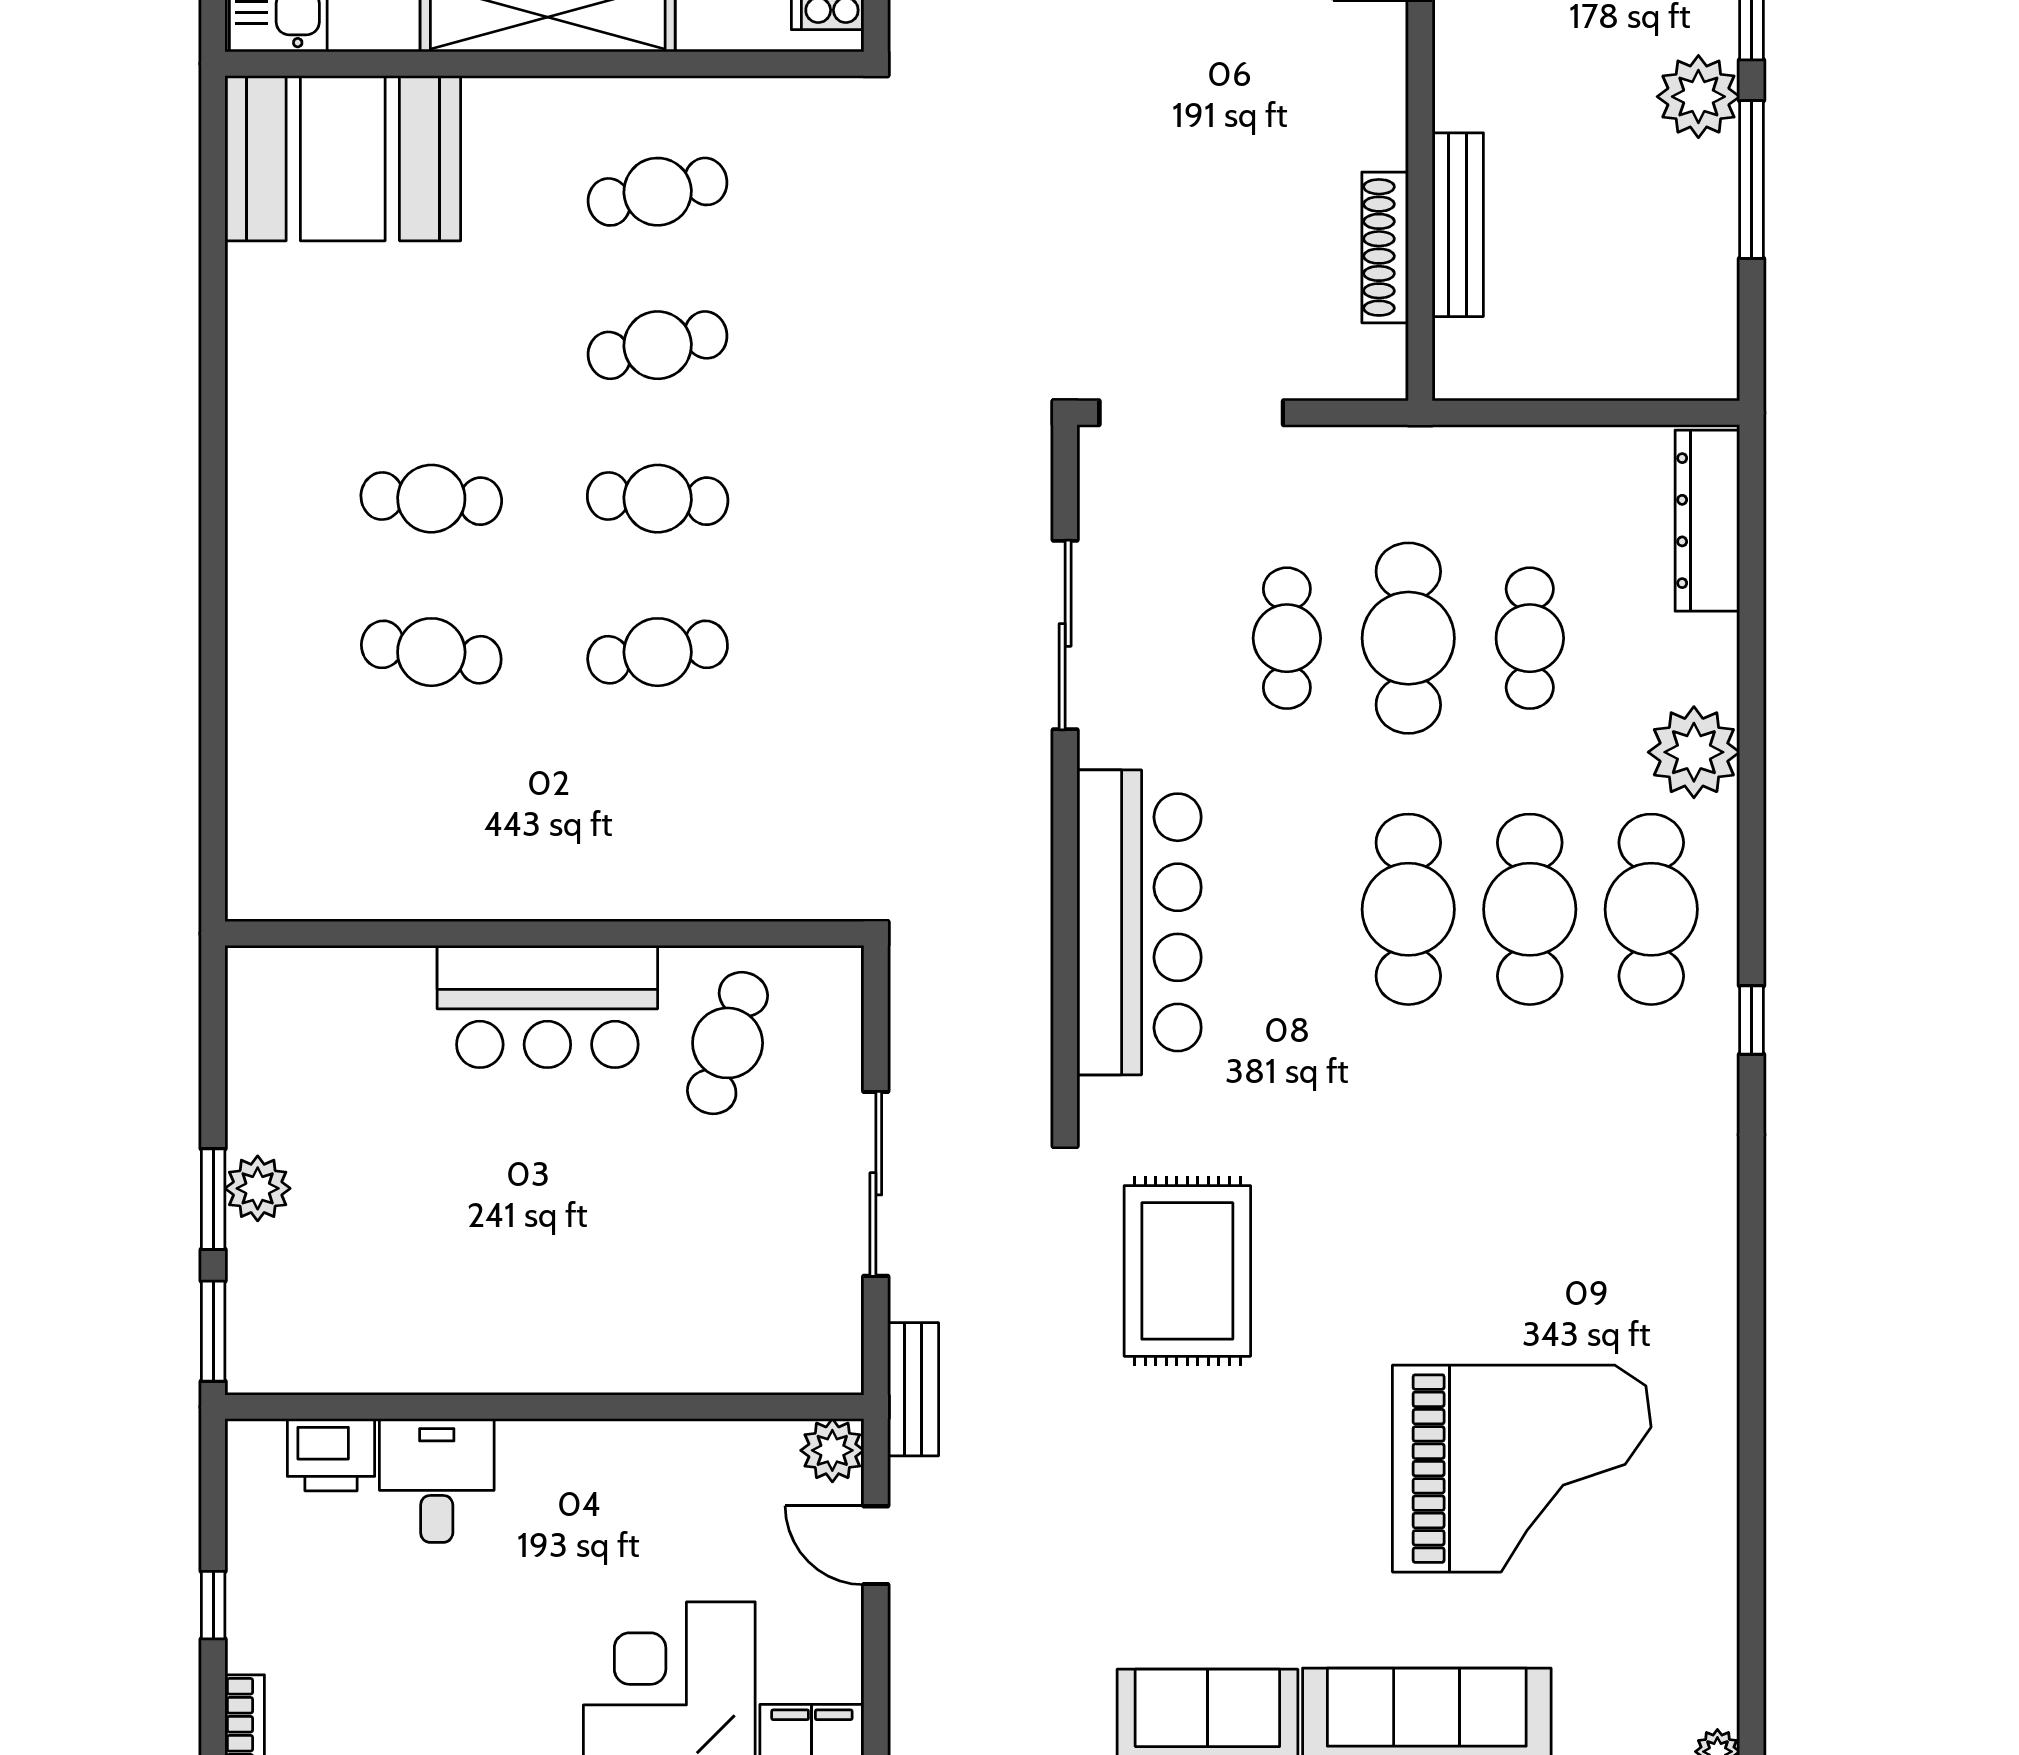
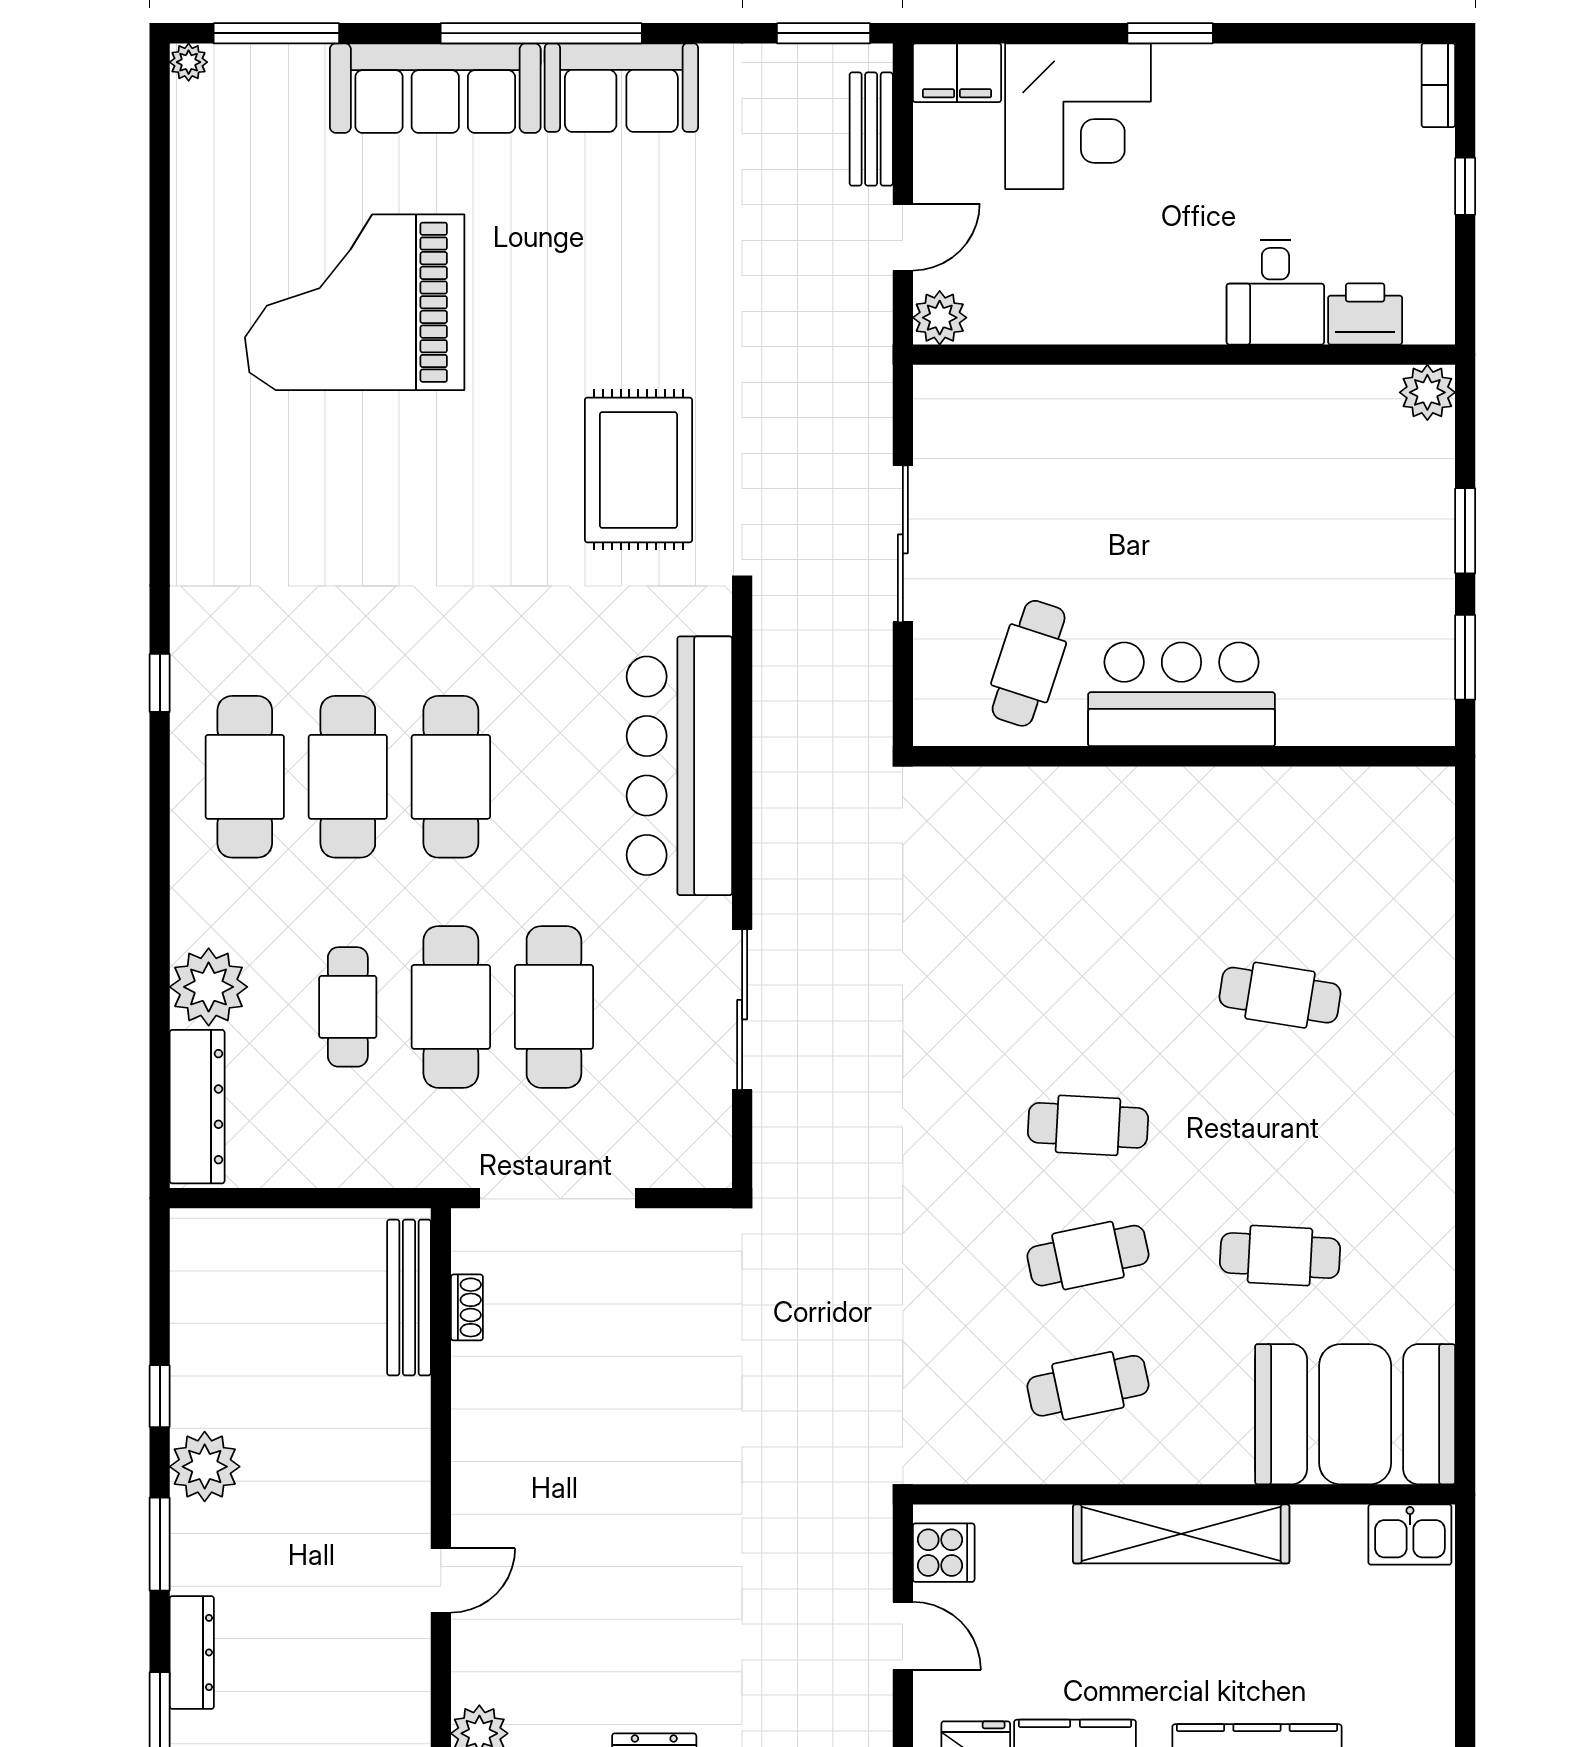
window: (1752, 180) -> (160, 1396), width x0.46
bench: (1458, 225) -> (409, 1297), moved
shoe rack: (1385, 247) -> (467, 1307), width x0.51, depth x0.81
doorway: (1191, 413) -> (558, 1198), moved
cafe table: (431, 499) -> (1280, 1256), moved
cafe table: (1287, 638) -> (554, 1007), width x1.37, depth x1.35
cafe table: (658, 652) -> (1088, 995), removed
plant: (1694, 752) -> (209, 987), moved
plant: (258, 1188) -> (1427, 392), moved
window: (213, 1331) -> (1465, 657), moved
bench: (913, 1389) -> (871, 129), moved
door: (876, 1545) -> (903, 237), hinge flipped

